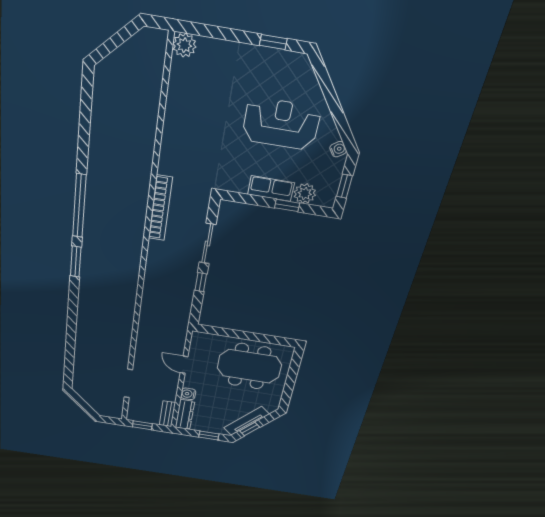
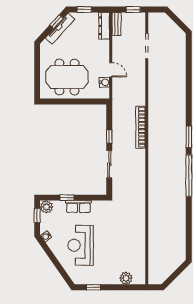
plant: (184, 45) -> (126, 278), moved
reception desk: (281, 124) -> (81, 245), turned 90
plant: (305, 194) -> (46, 207), moved
bookcase: (160, 208) -> (141, 127), moved
water cooler: (188, 394) -> (104, 82), moved

